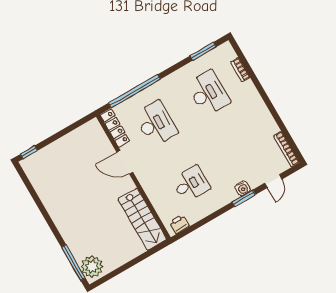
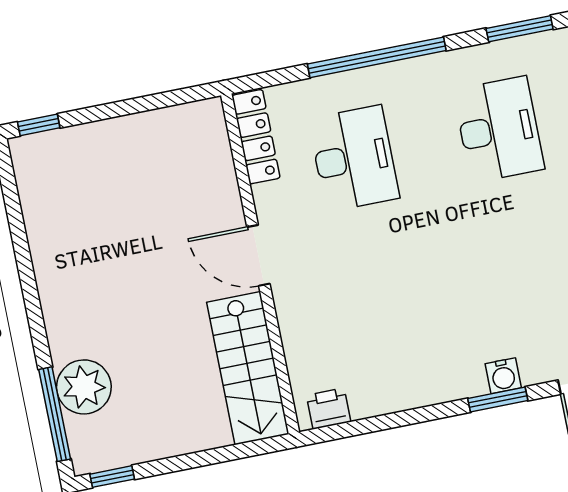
window: (134, 91) -> (377, 57), moved
door: (125, 162) -> (258, 255), moved
desk: (191, 184) -> (387, 325), removed
plant: (92, 267) -> (84, 387), moved
window: (104, 279) -> (112, 477), added

